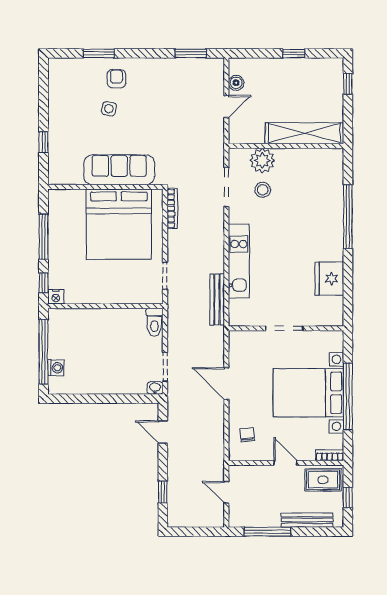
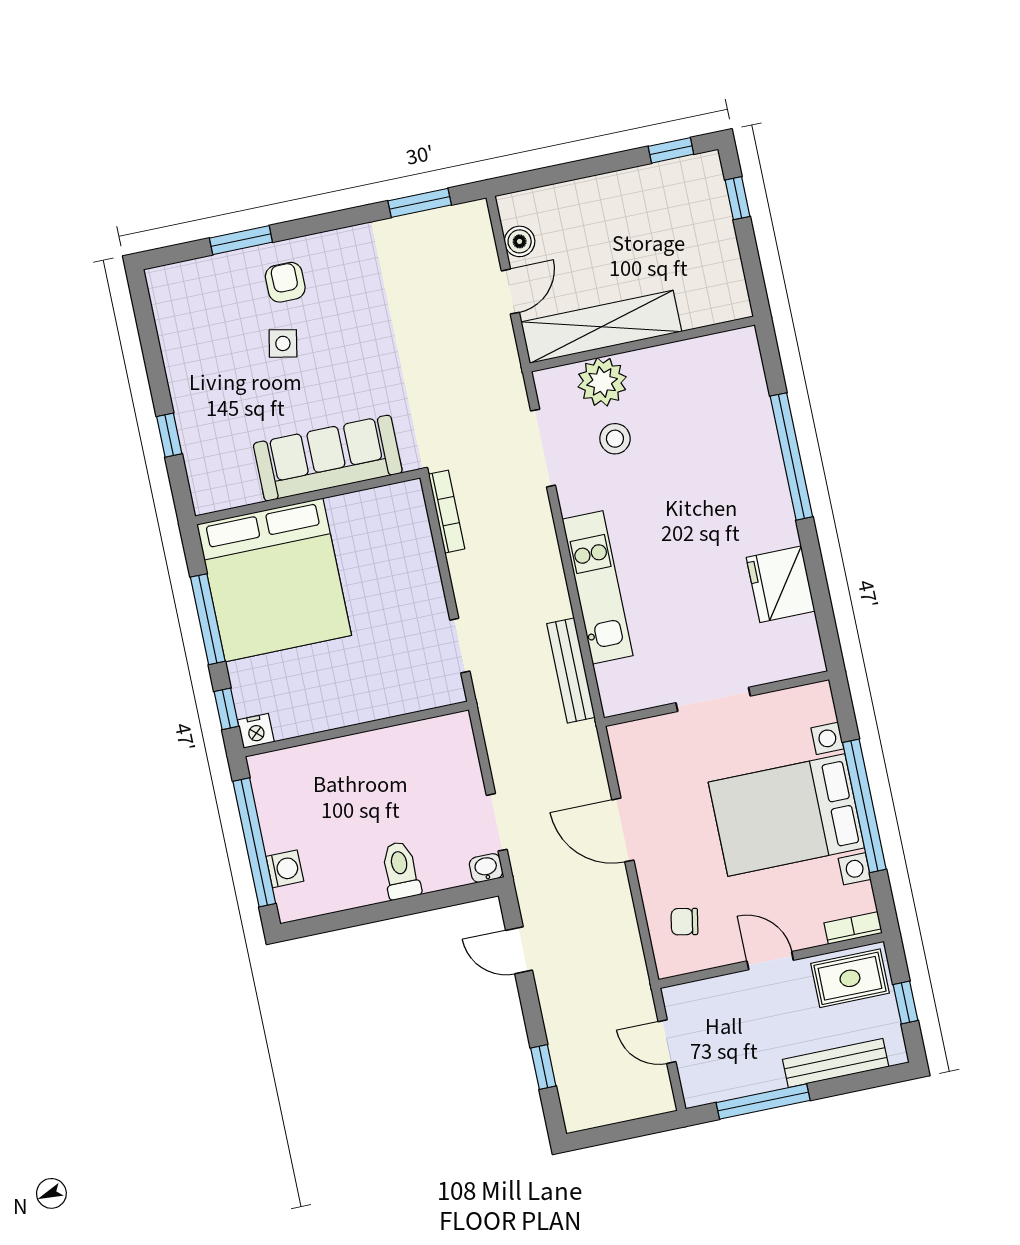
window: (294, 53) -> (671, 150), moved
shelving: (304, 133) -> (601, 327), moved
bed: (119, 224) -> (274, 580), moved
toilet: (154, 322) -> (401, 870), moved, turned 180
chair: (247, 435) -> (684, 922), turned -73

